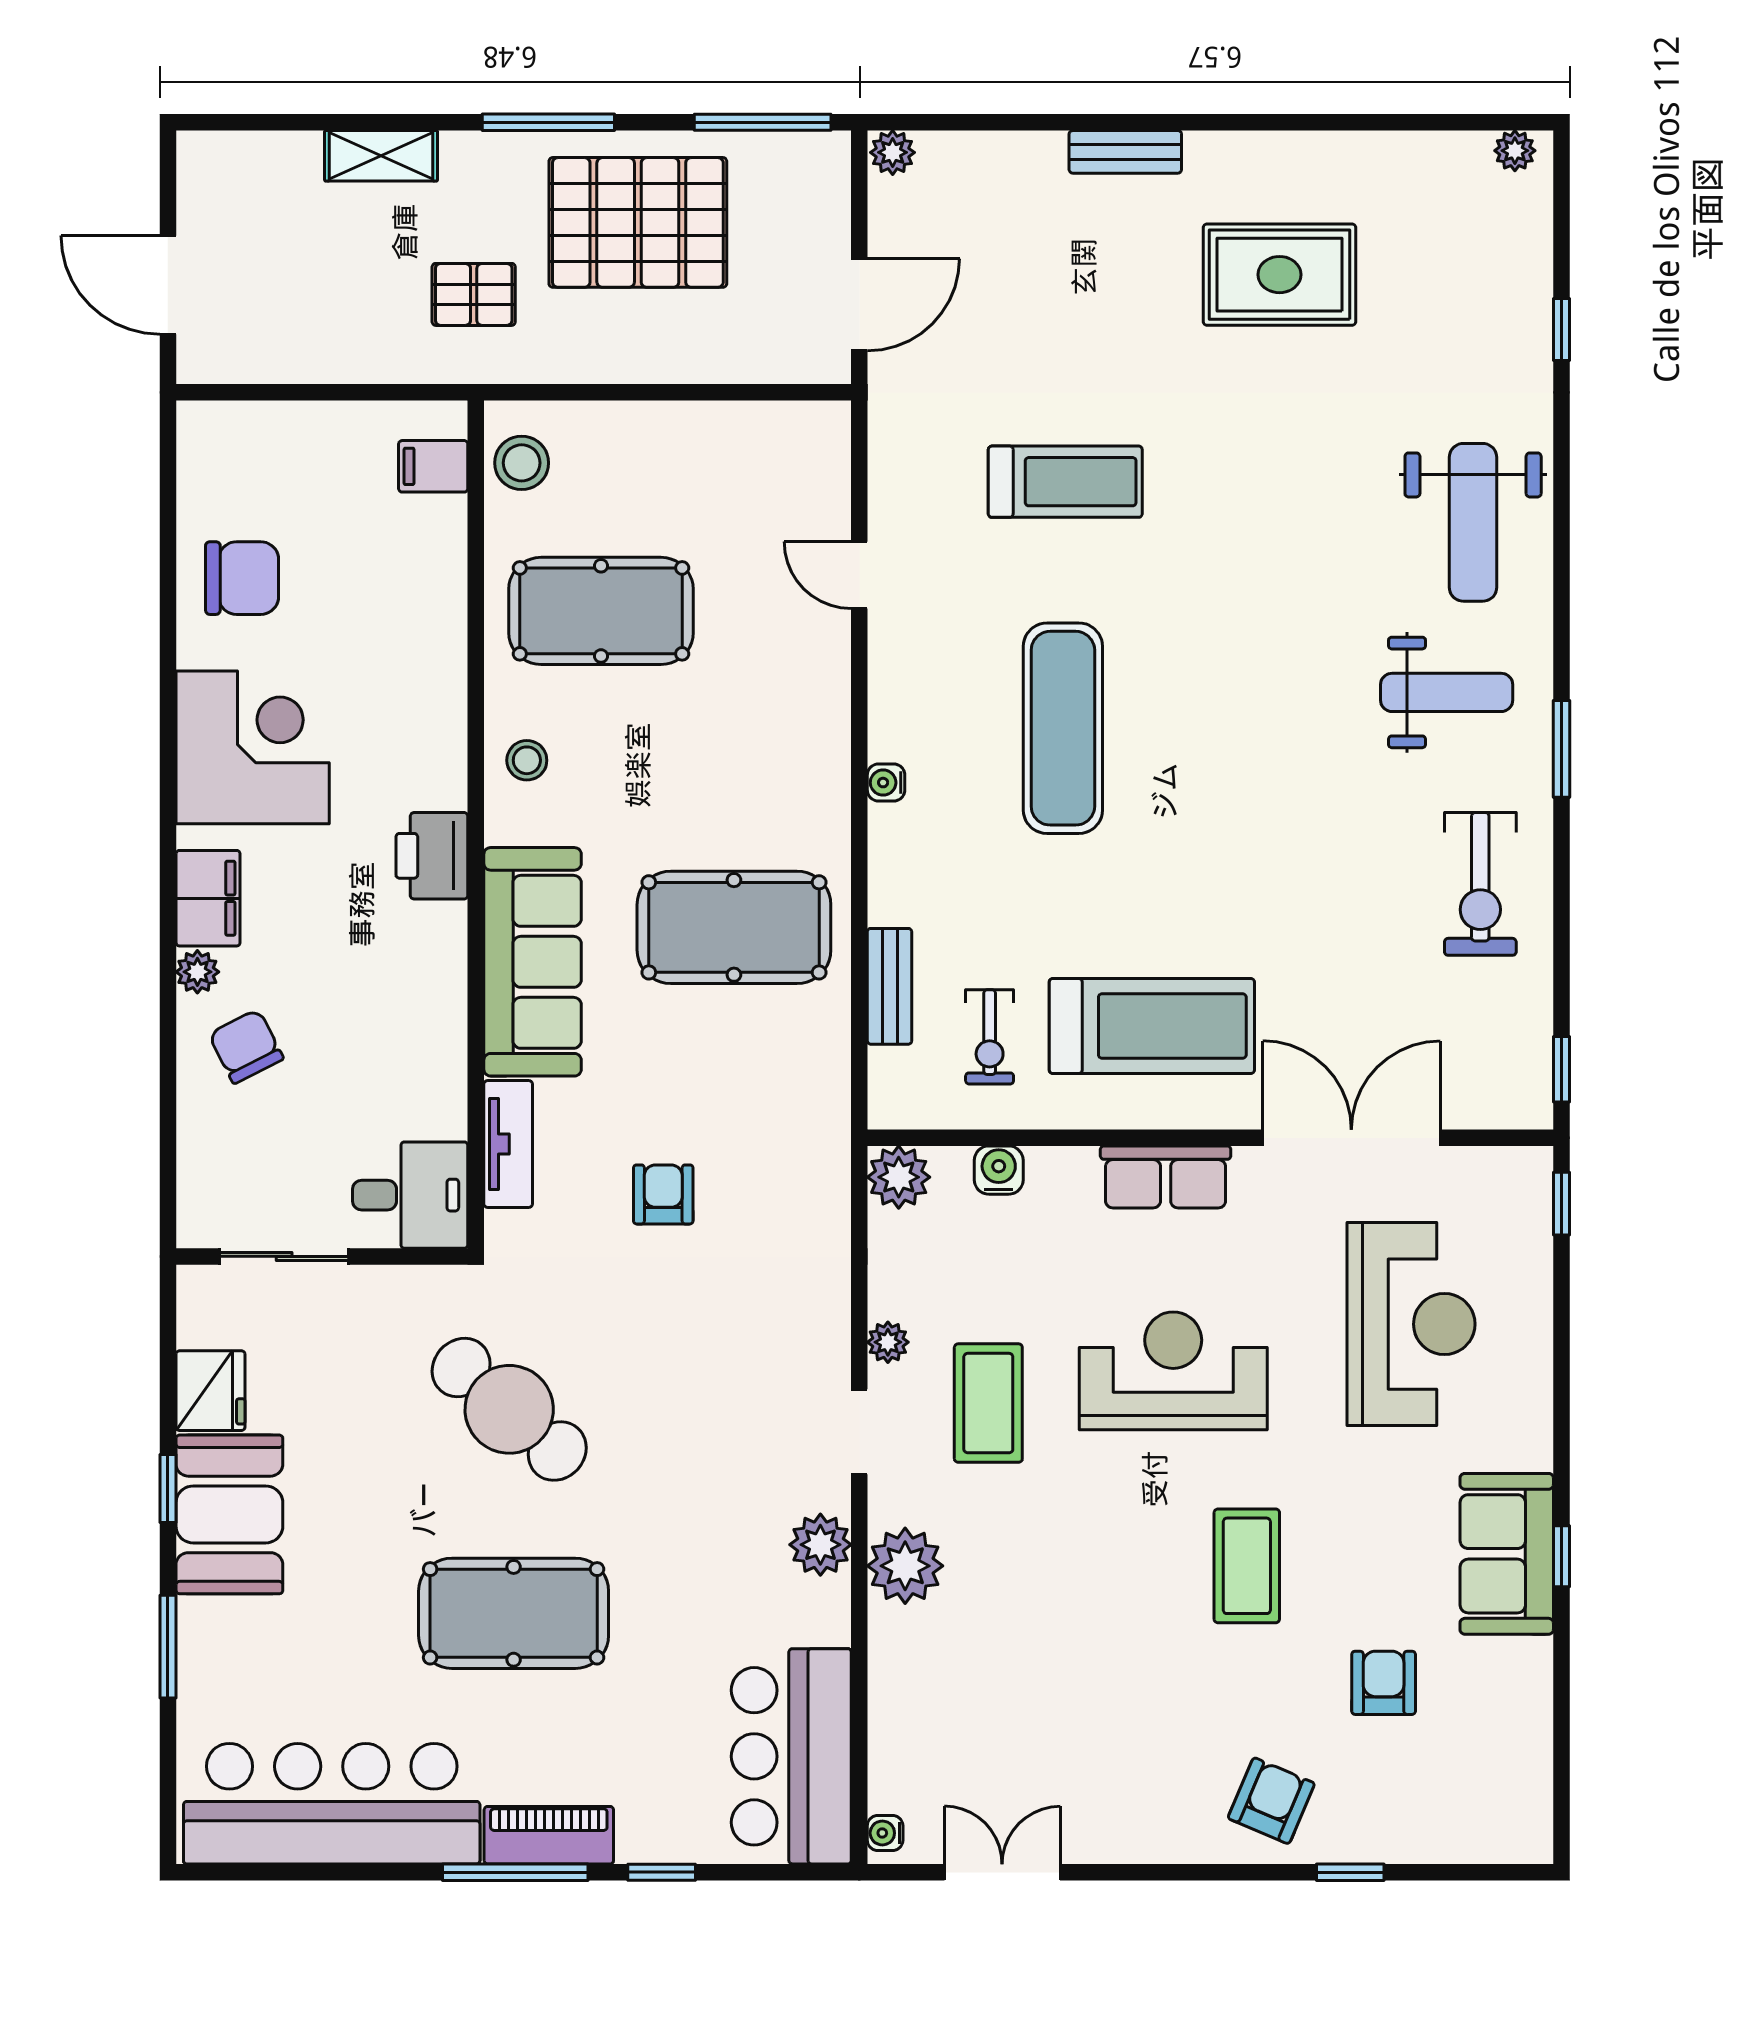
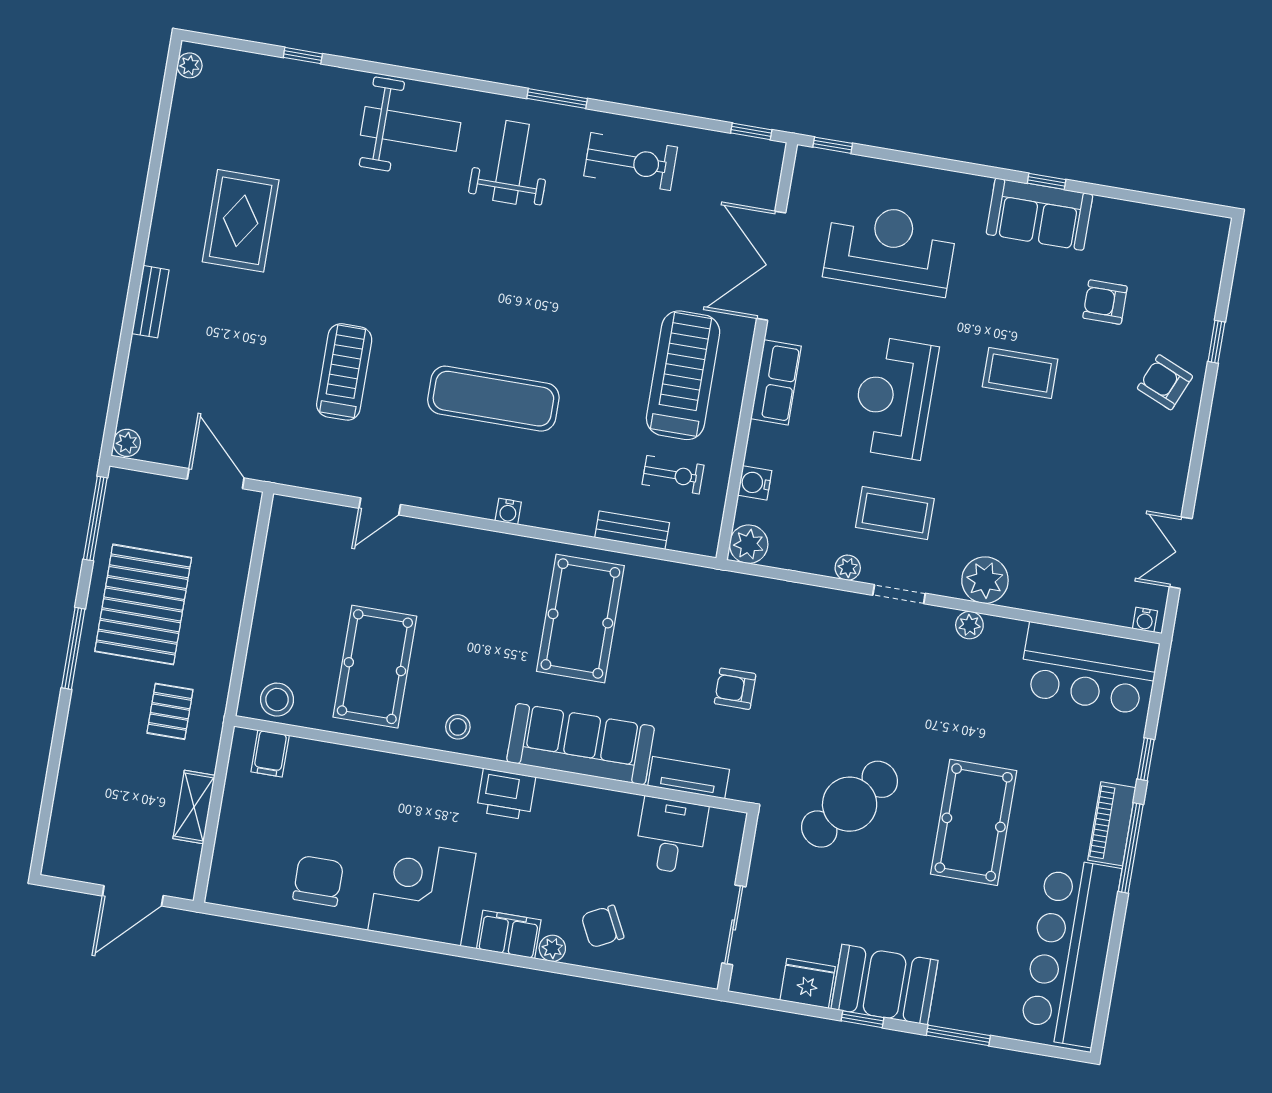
shelving: (381, 156) -> (194, 807), moved
desk: (410, 1195) -> (671, 836), moved
plant: (820, 1545) -> (969, 625), width x0.73, depth x0.73

